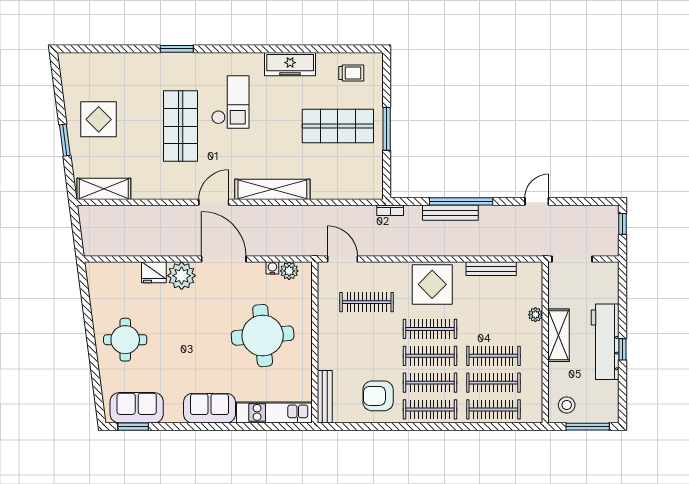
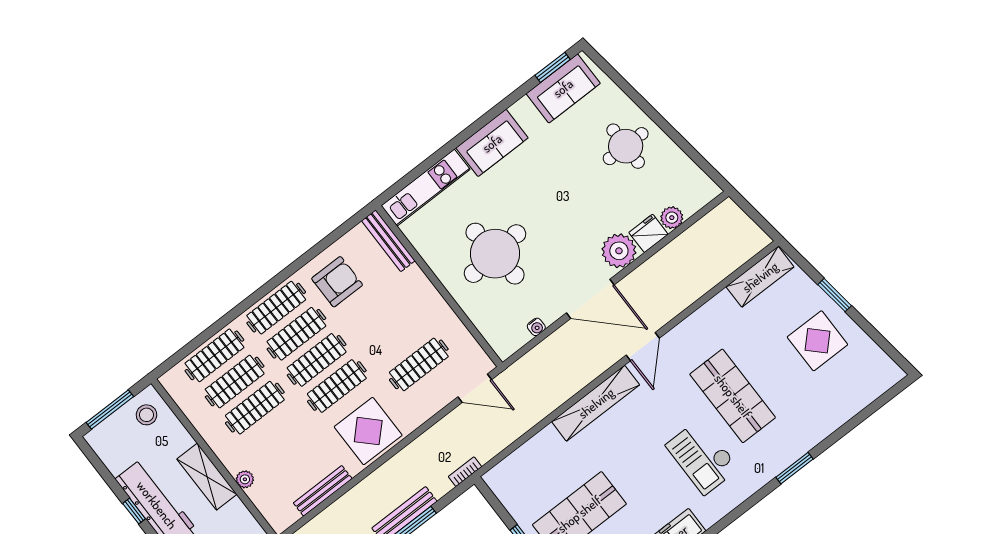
plant: (289, 271) -> (672, 218), moved

